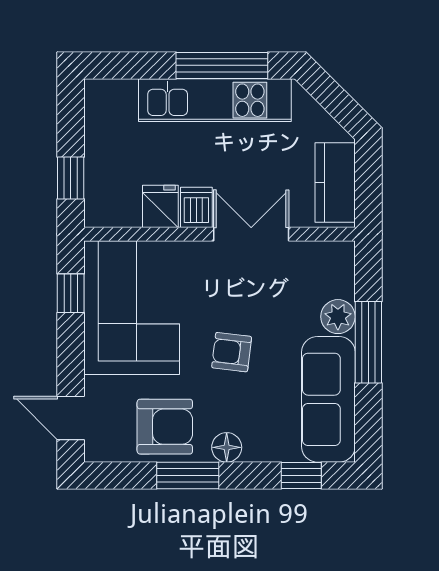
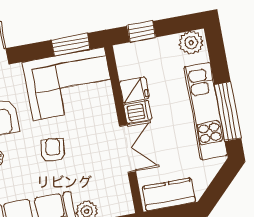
plant: (103, 103) -> (191, 43), added
window: (71, 293) -> (71, 45), width x1.50

